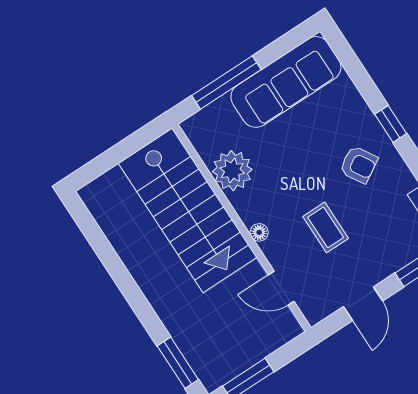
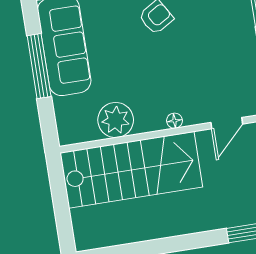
window: (226, 82) -> (39, 66), moved
coffee table: (326, 227) -> (194, 66), removed

